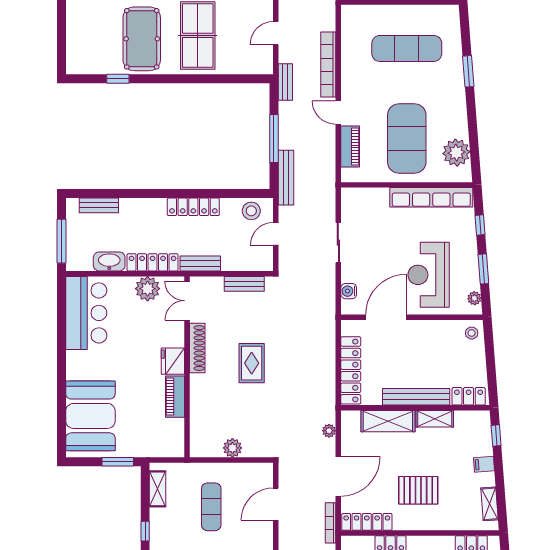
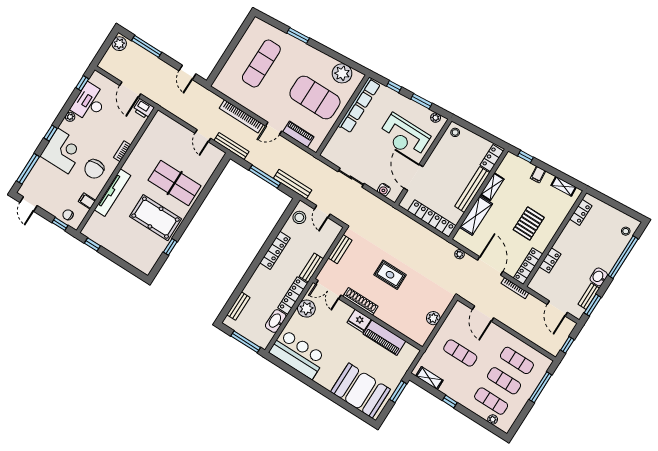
bench: (285, 82) -> (231, 146), width x1.36
piano: (175, 397) -> (384, 338), width x1.37, depth x1.33

